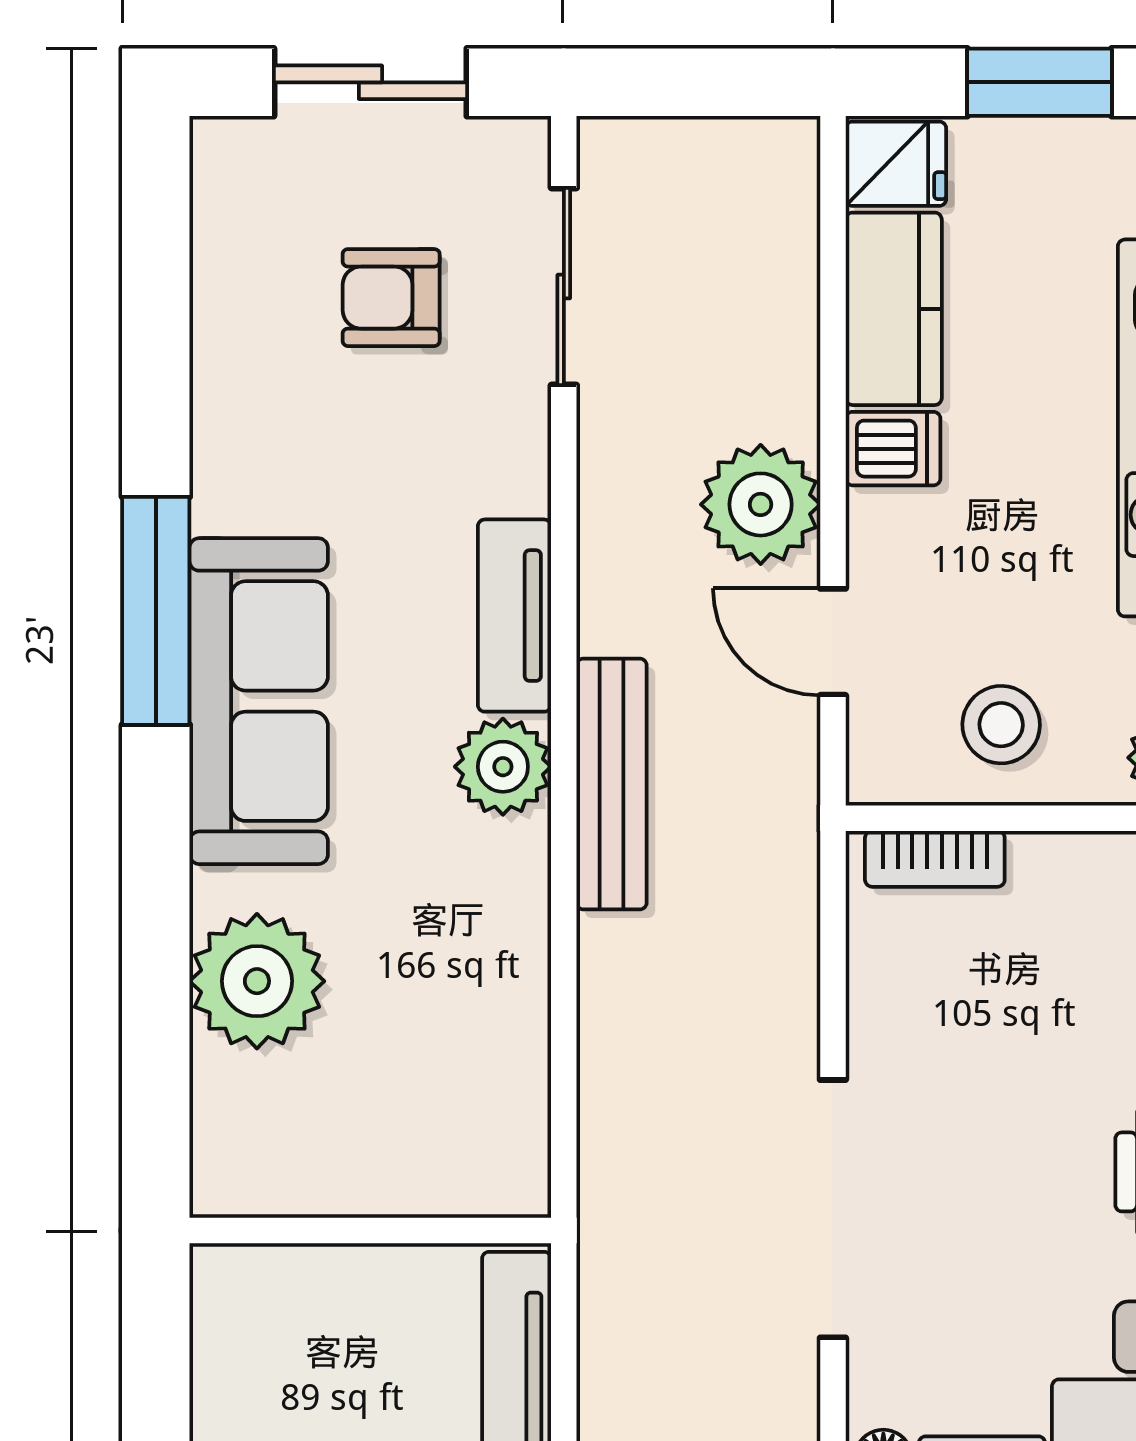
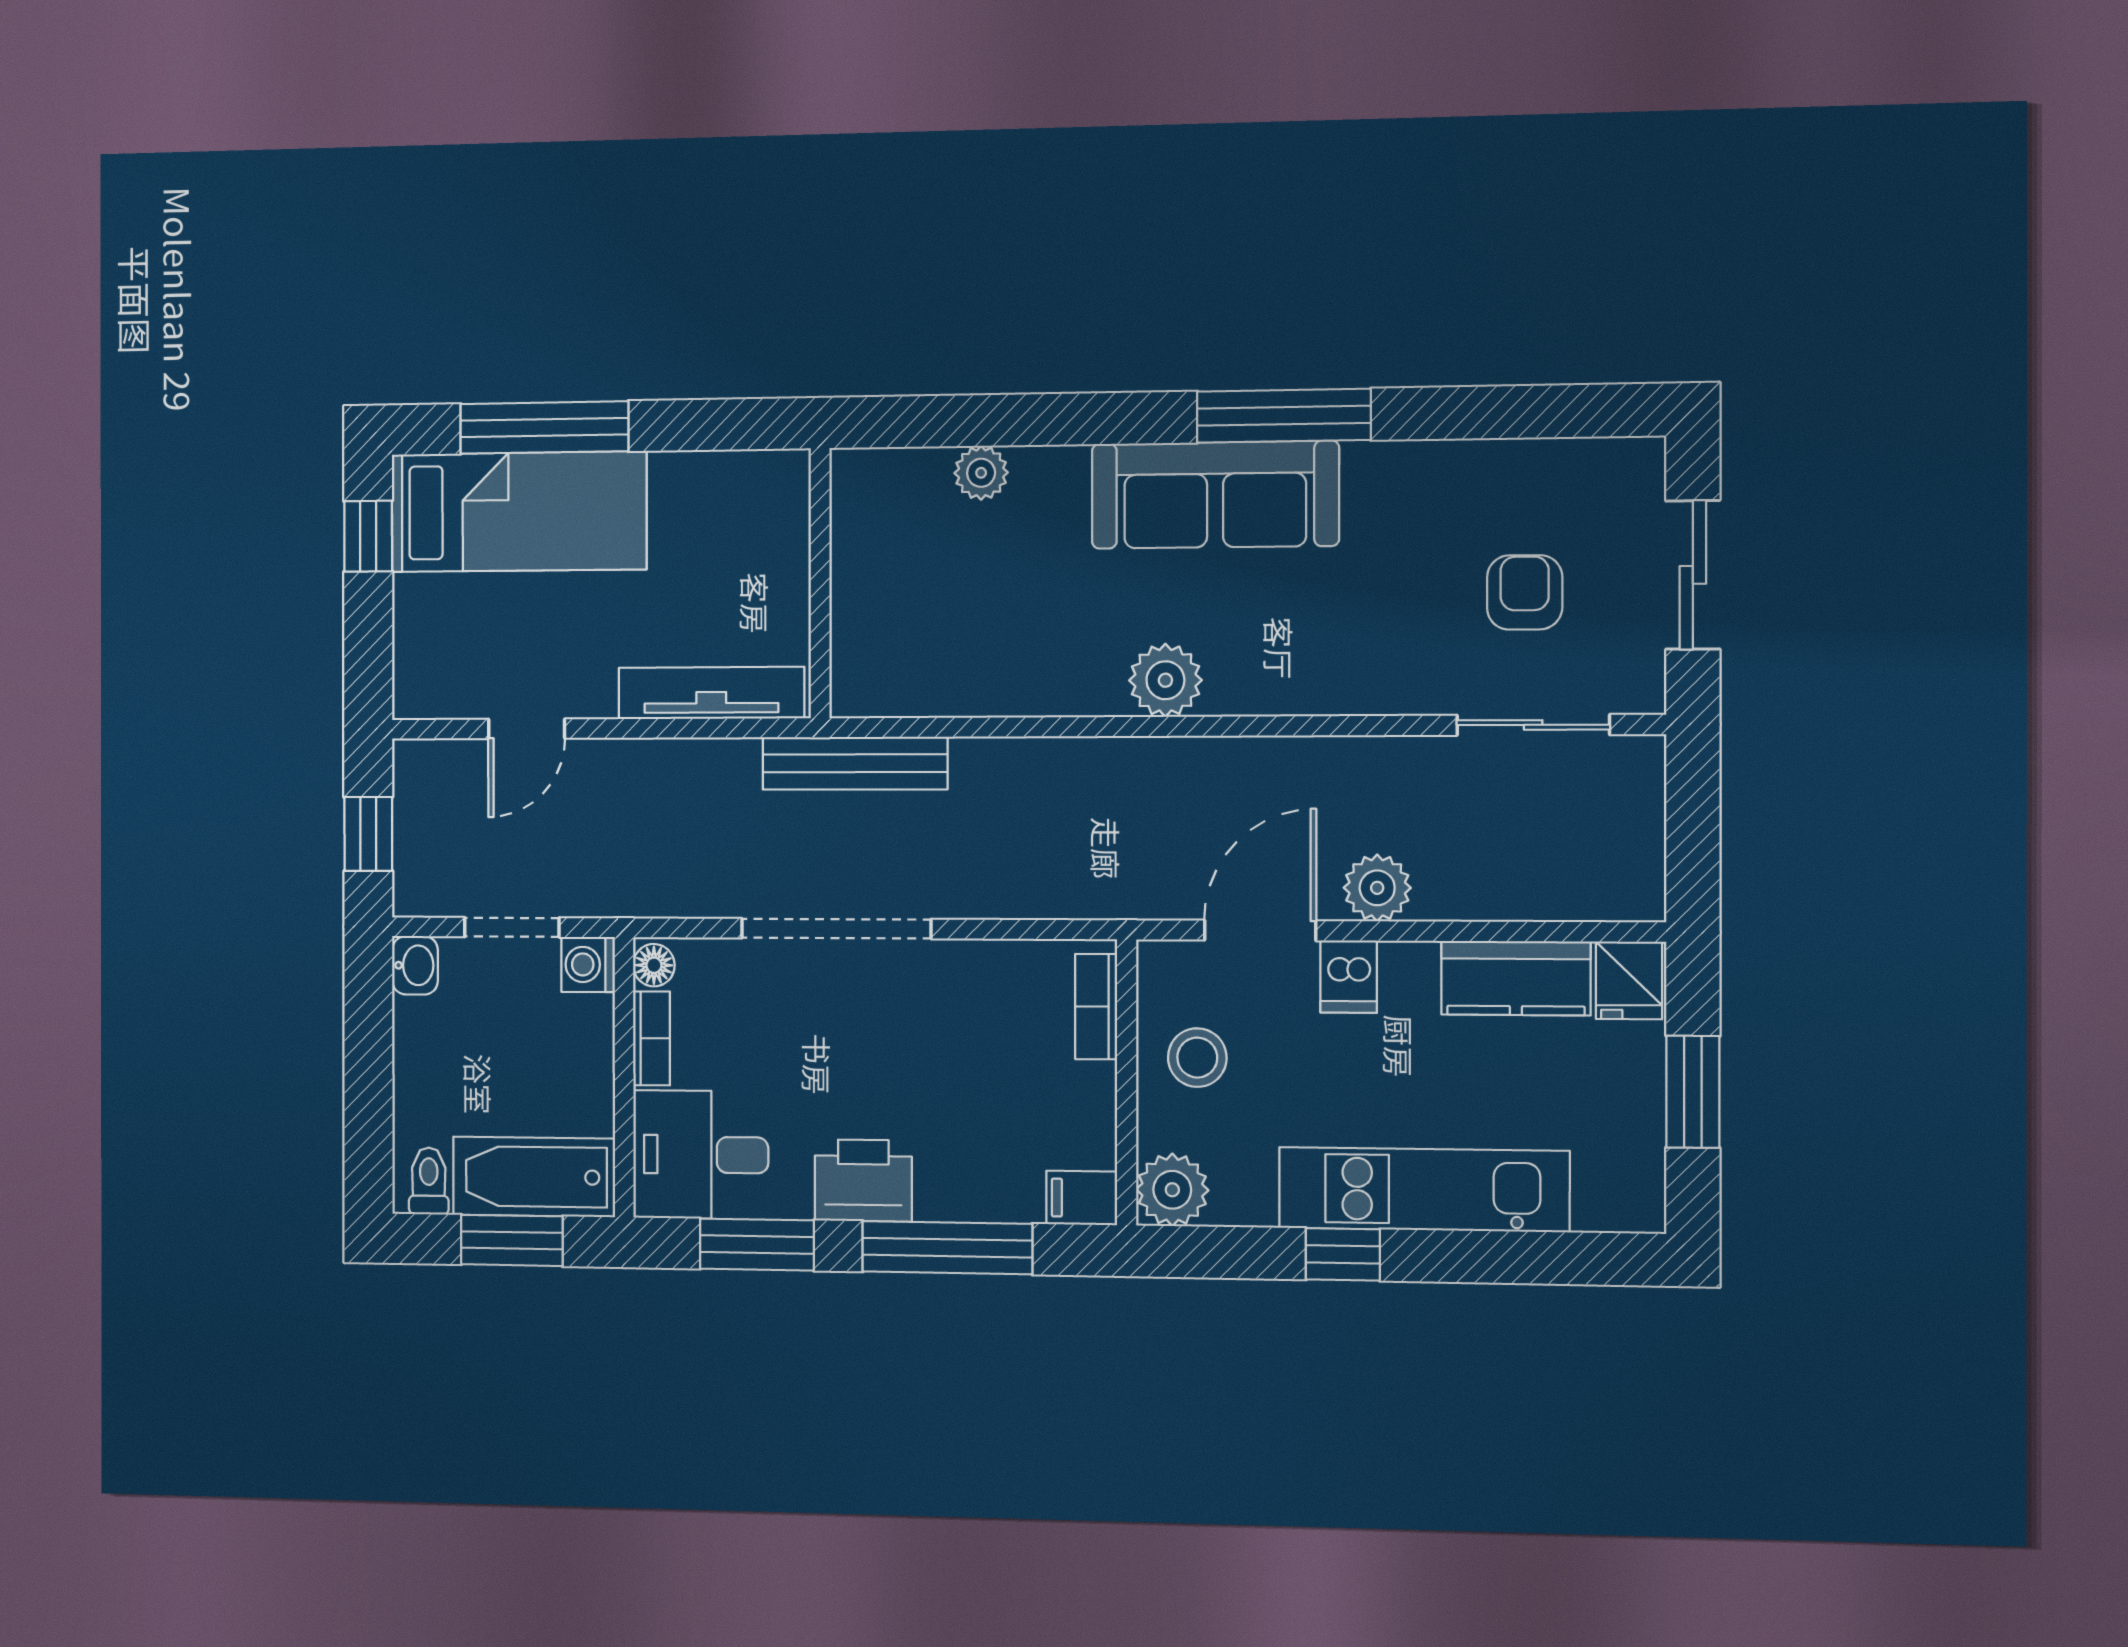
dishwasher: (893, 449) -> (1349, 977), moved
plant: (761, 504) -> (1377, 888), width x0.73, depth x0.73
tv unit: (514, 616) -> (1280, 688), removed
door: (833, 642) -> (1260, 930), width x1.38
bench: (612, 784) -> (855, 763), moved
plant: (257, 981) -> (981, 473), width x0.53, depth x0.53

